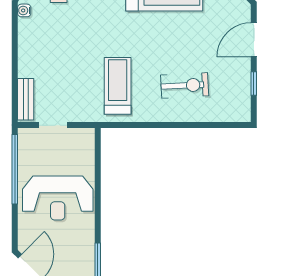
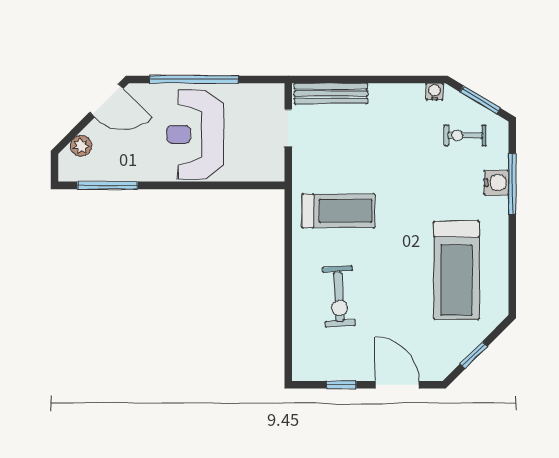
bench: (26, 99) -> (331, 93), width x1.36
window: (15, 169) -> (194, 80), moved

